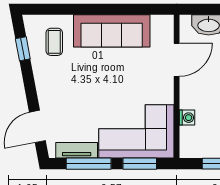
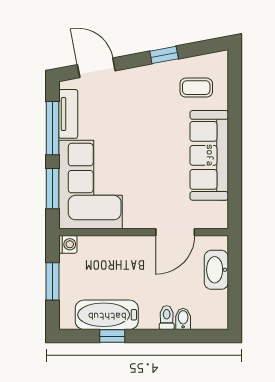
window: (23, 49) -> (164, 55), moved
door: (177, 60) -> (175, 232), hinge flipped
washing machine: (187, 118) -> (68, 244), moved, turned -90

